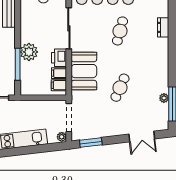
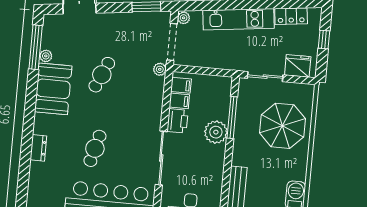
booth: (84, 71) -> (53, 89), moved
plant: (76, 96) -> (160, 69), added

